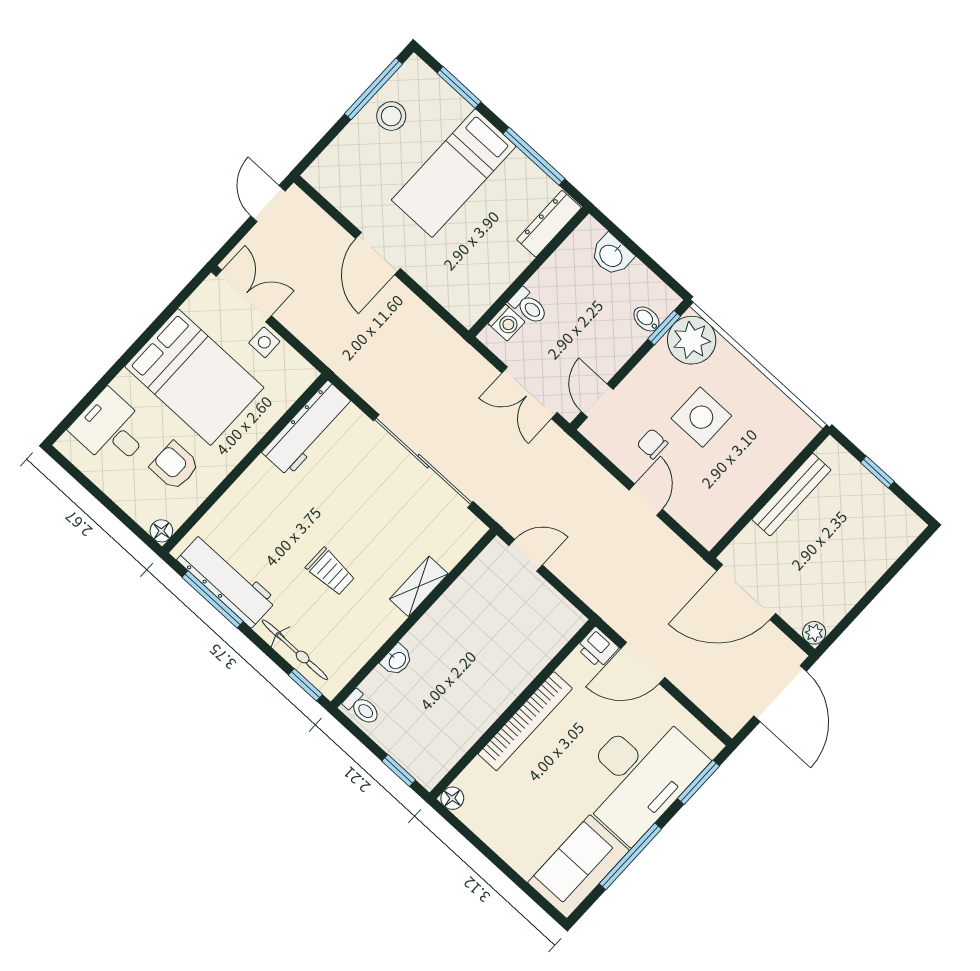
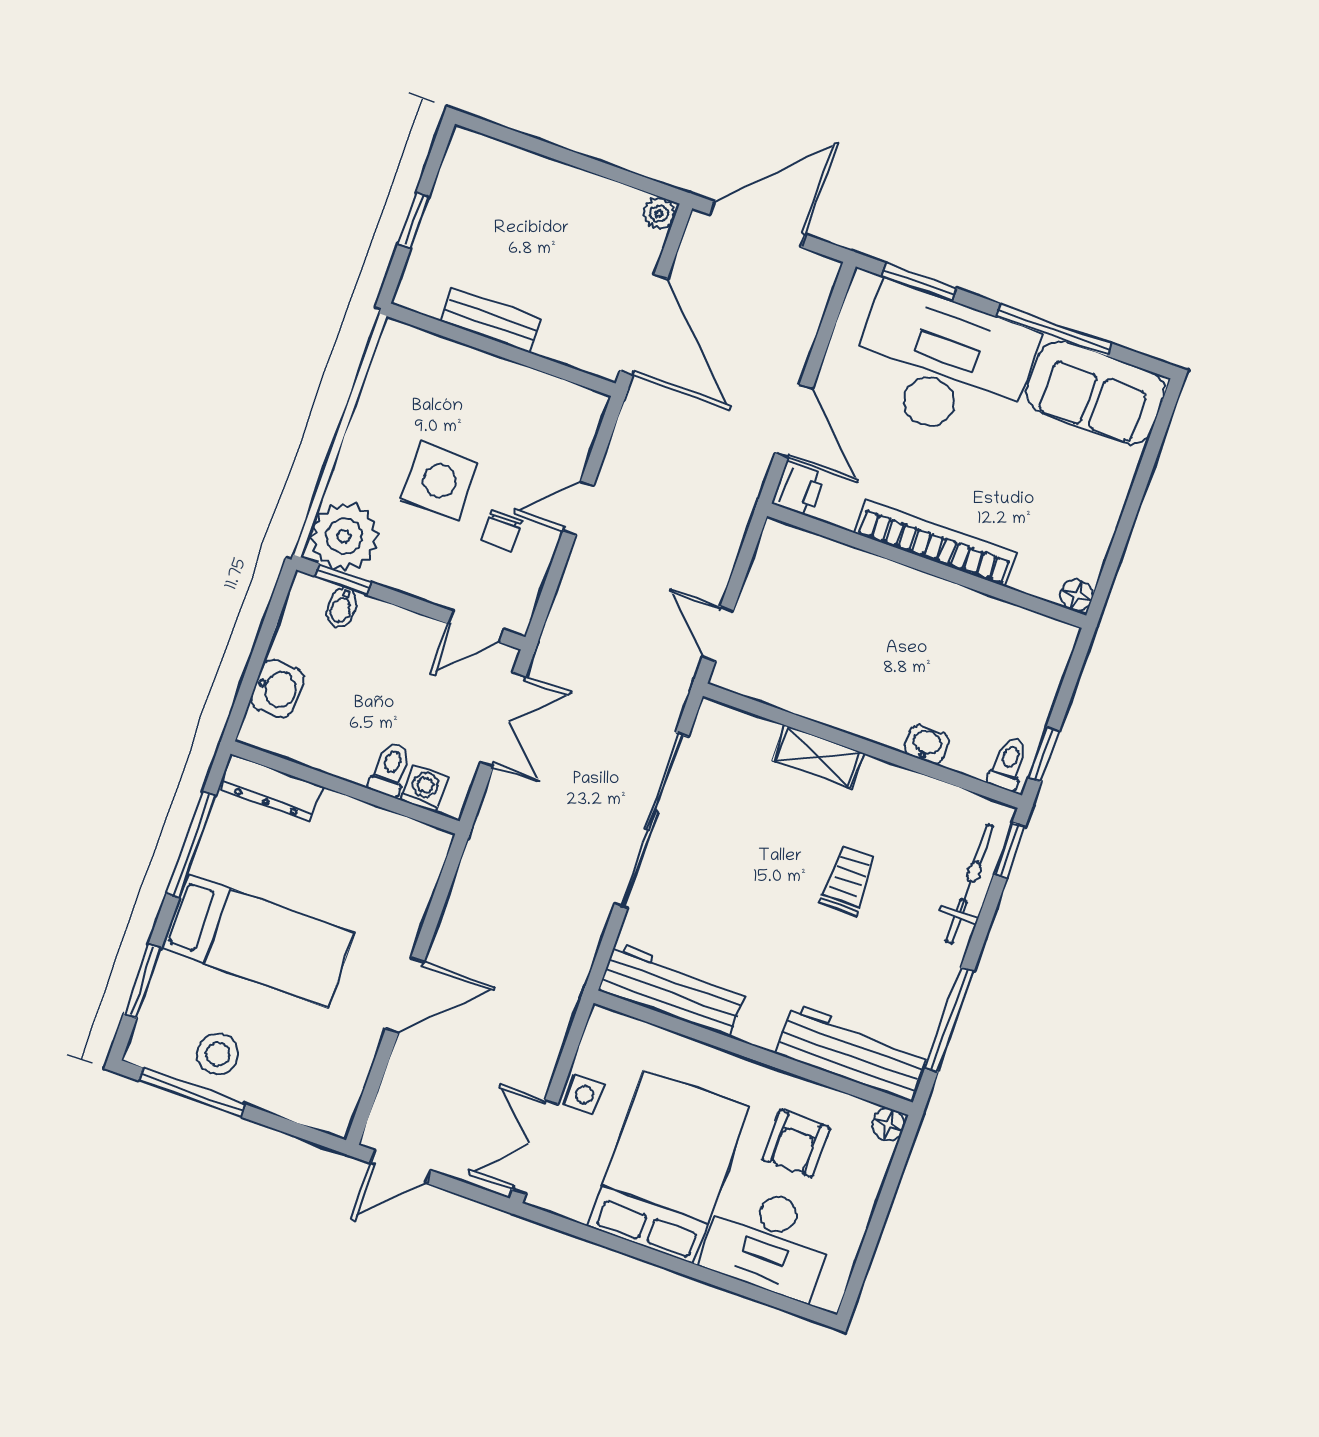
desk: (111, 429) -> (768, 1241), width x1.37
bench: (791, 495) -> (491, 320), width x0.73
workbench: (227, 580) -> (852, 1052), moved, turned 90
window: (399, 770) -> (1044, 754), moved

